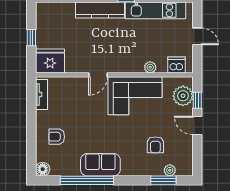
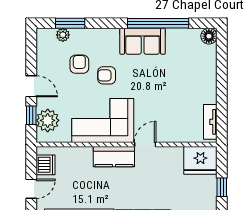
door: (197, 36) -> (31, 189), swing flipped
kitchen counter: (125, 64) -> (114, 157), added
dishwasher: (176, 65) -> (45, 165), moved, turned -90
plant: (150, 67) -> (85, 153), removed
armchair: (57, 137) -> (107, 75), moved, turned 180

